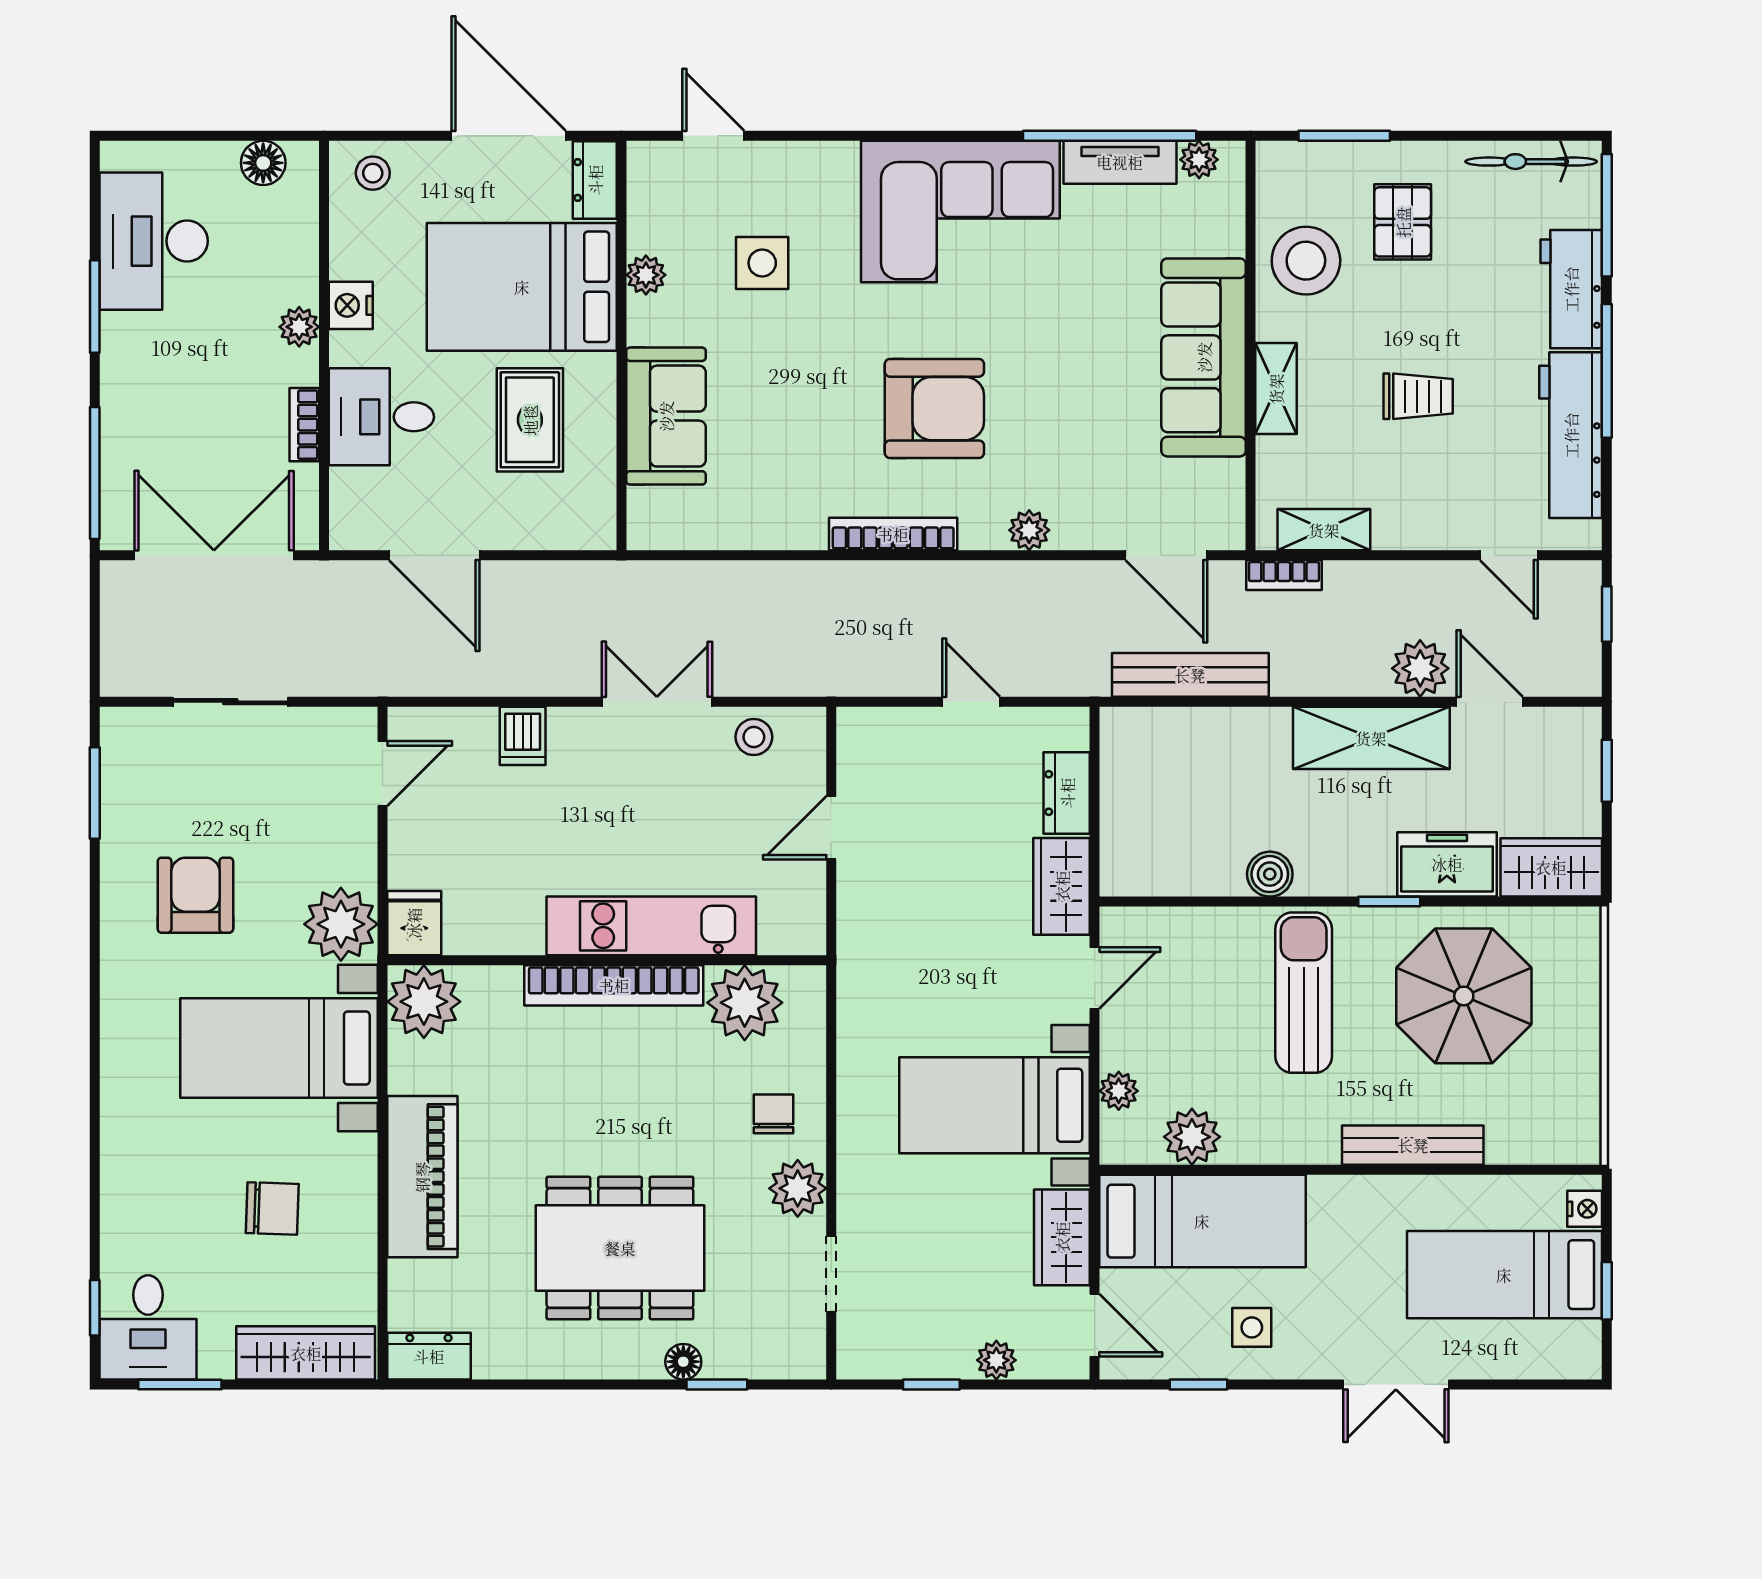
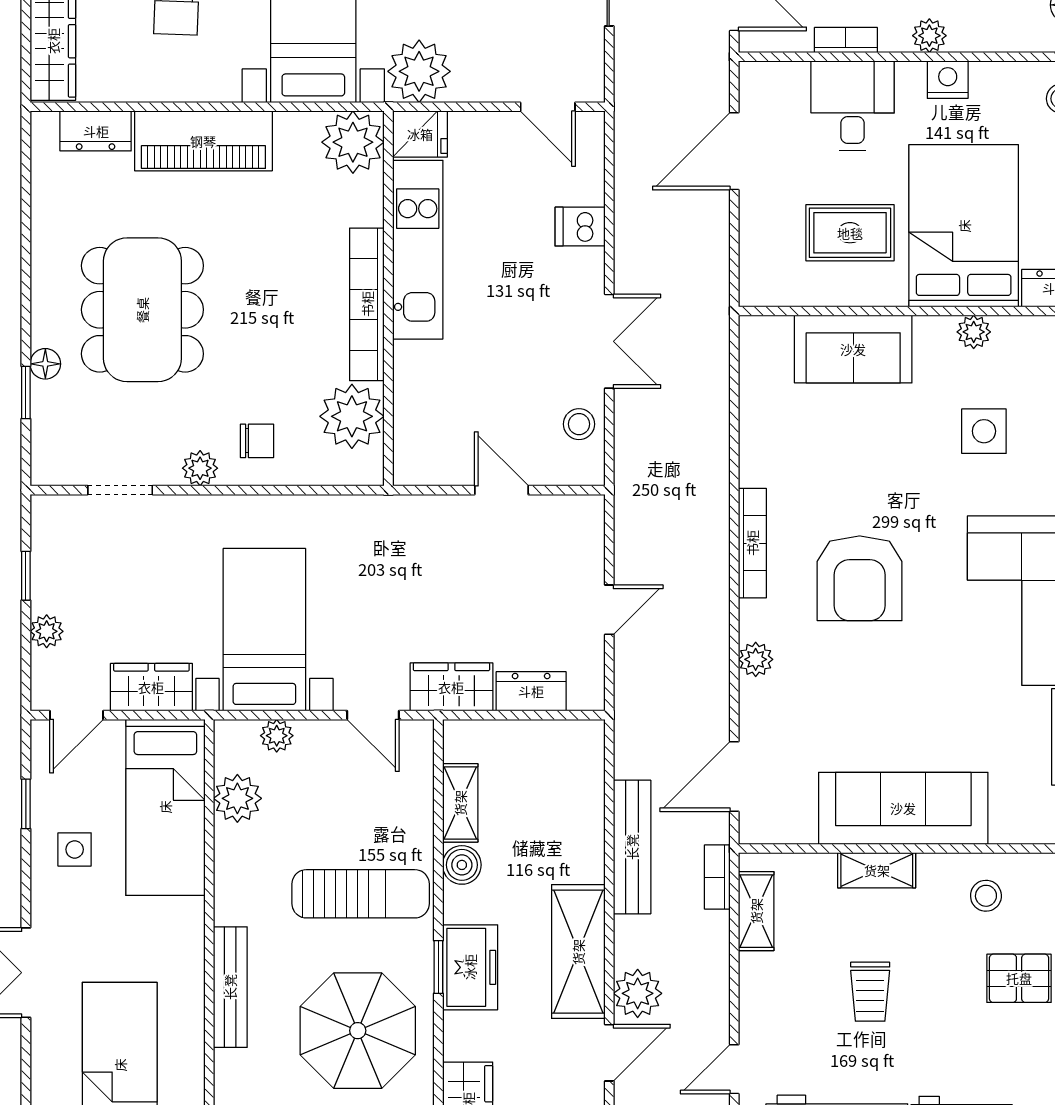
stool: (1306, 261) -> (986, 896), width x0.53, depth x0.53
bench: (1190, 675) -> (632, 847), moved
freezer: (1447, 864) -> (470, 967), moved
shelving: (1197, 876) -> (460, 803), added
kitchen unit: (651, 926) -> (418, 250), moved
plant: (798, 1188) -> (200, 468), width x0.73, depth x0.73
dresser: (429, 1356) -> (96, 131), moved, turned 90

